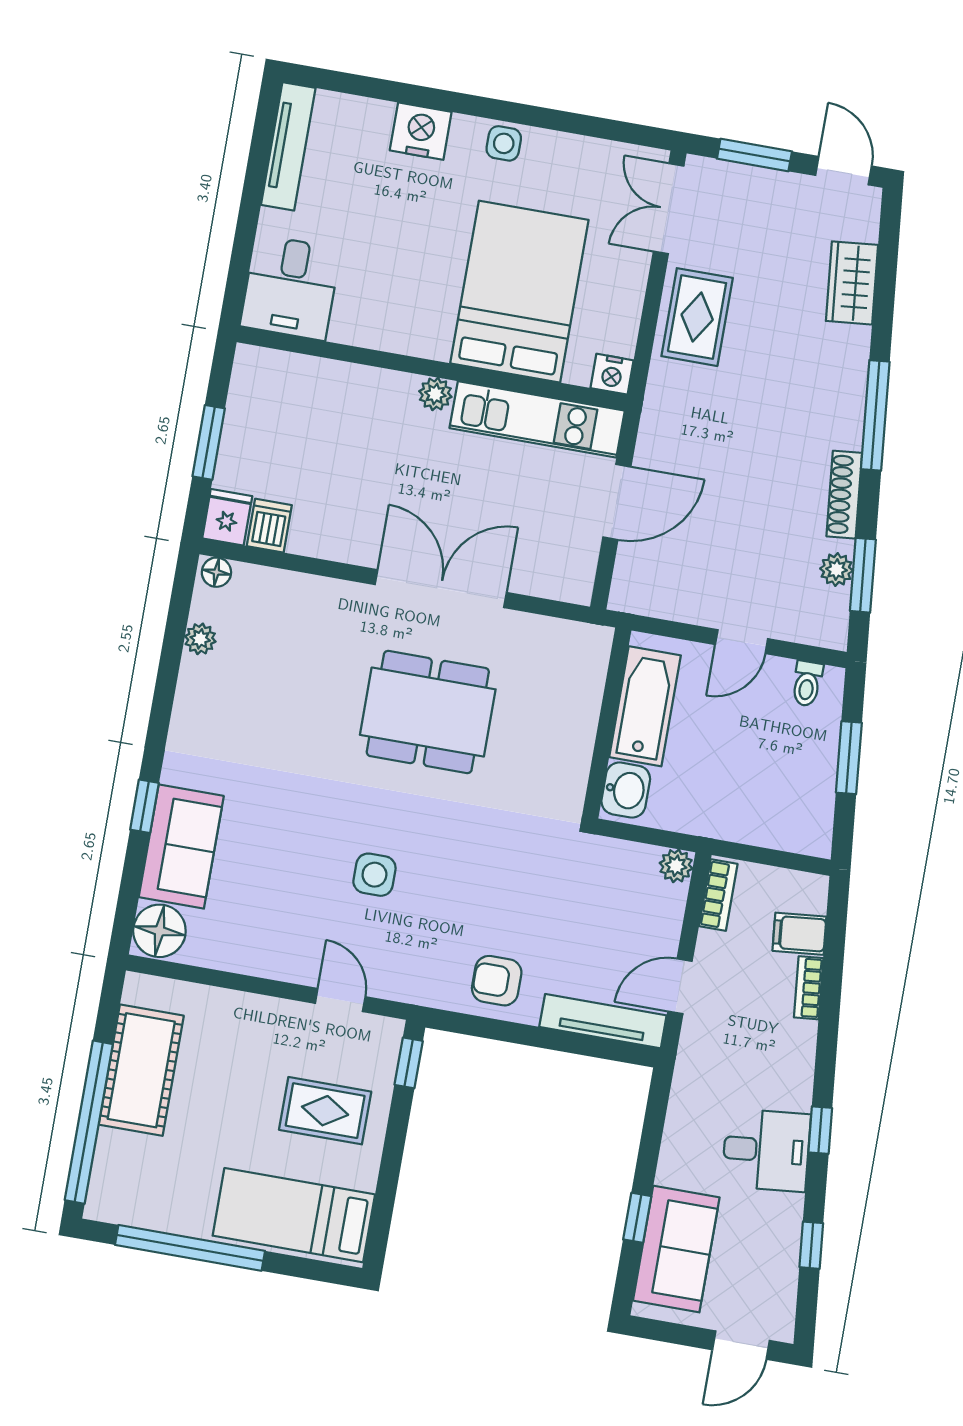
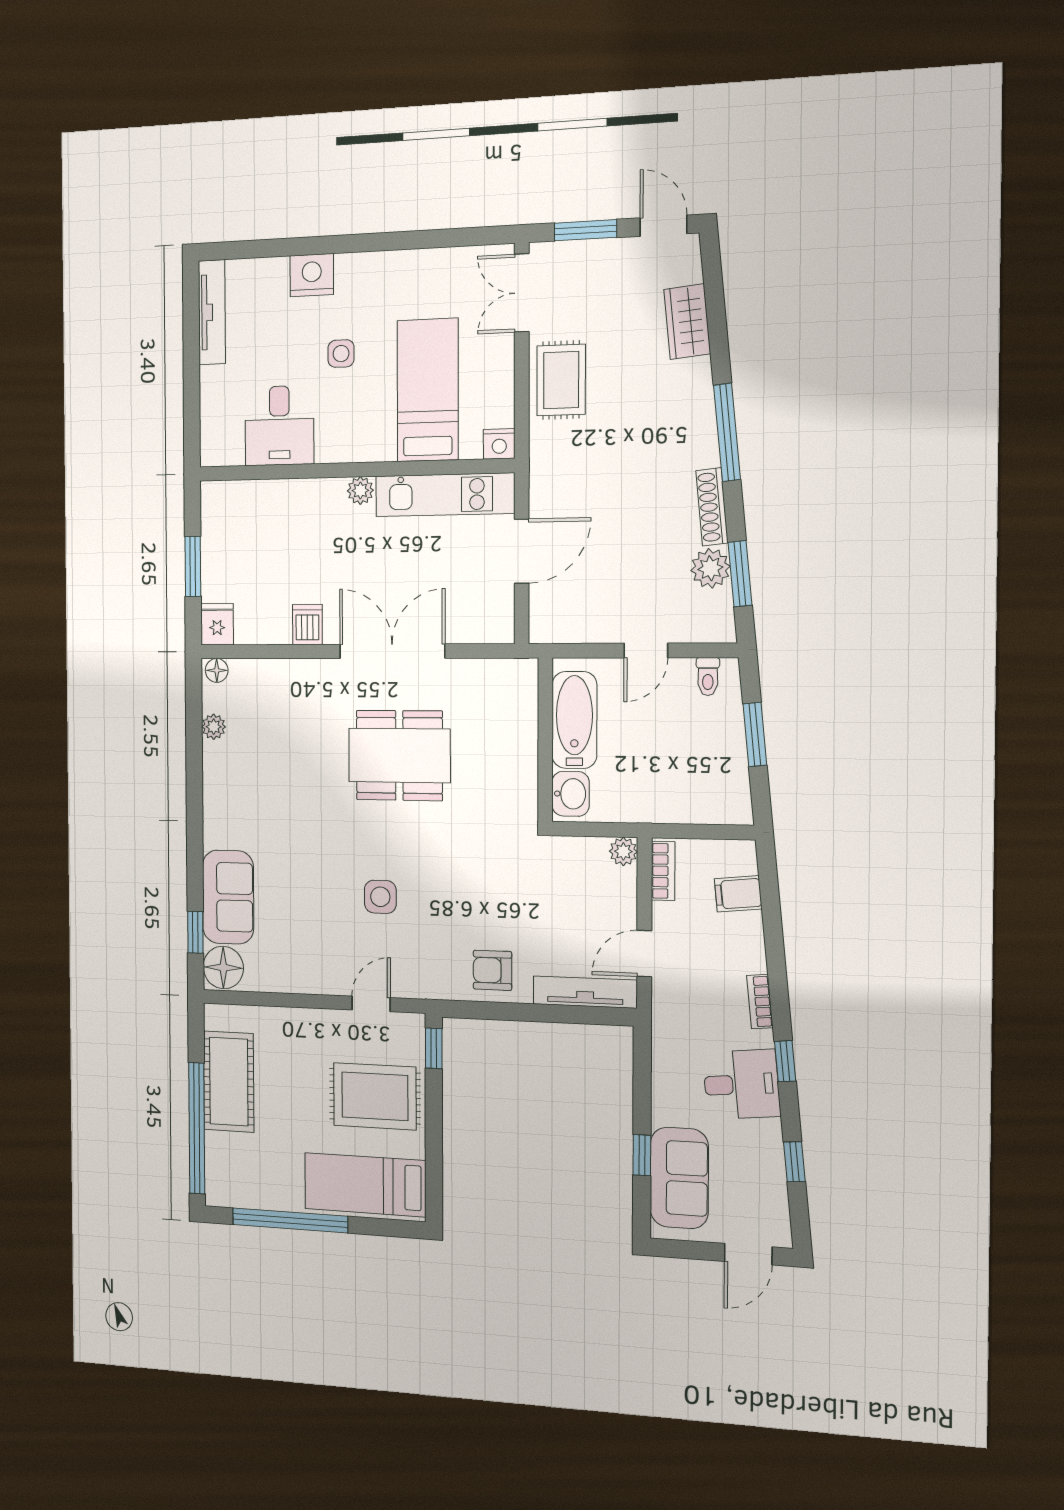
side table: (504, 143) -> (341, 354), moved
desk: (290, 287) -> (279, 426), moved
bed: (519, 292) -> (428, 390), width x0.67
dishwasher: (269, 526) -> (307, 625), moved
plant: (837, 570) -> (710, 568), width x1.38, depth x1.38
window: (144, 806) -> (195, 932), moved
bookcase: (809, 988) -> (760, 1002), moved
door: (340, 1000) -> (371, 1004), hinge flipped
rug: (325, 1111) -> (375, 1096), width x1.36, depth x1.43

